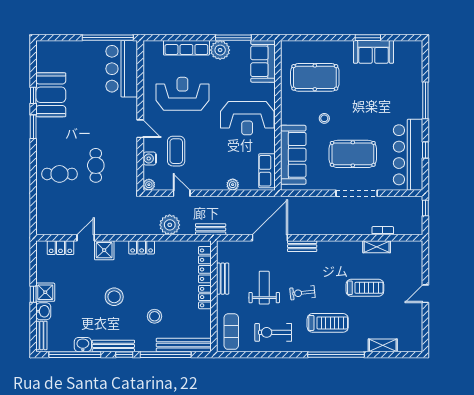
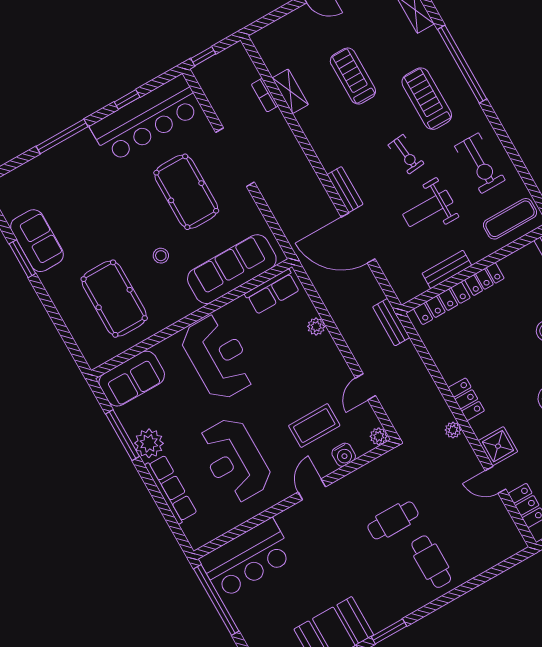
plant: (170, 225) -> (453, 430), moved, width x0.53, depth x0.53

